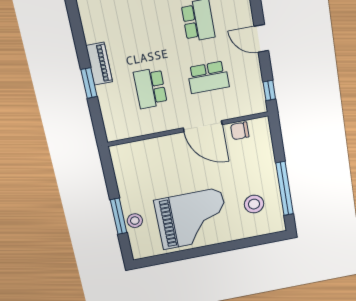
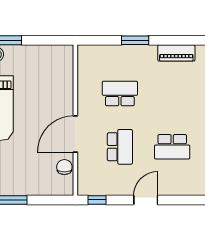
piano: (99, 64) -> (176, 53), moved
school desk: (208, 77) -> (120, 147), turned 180

